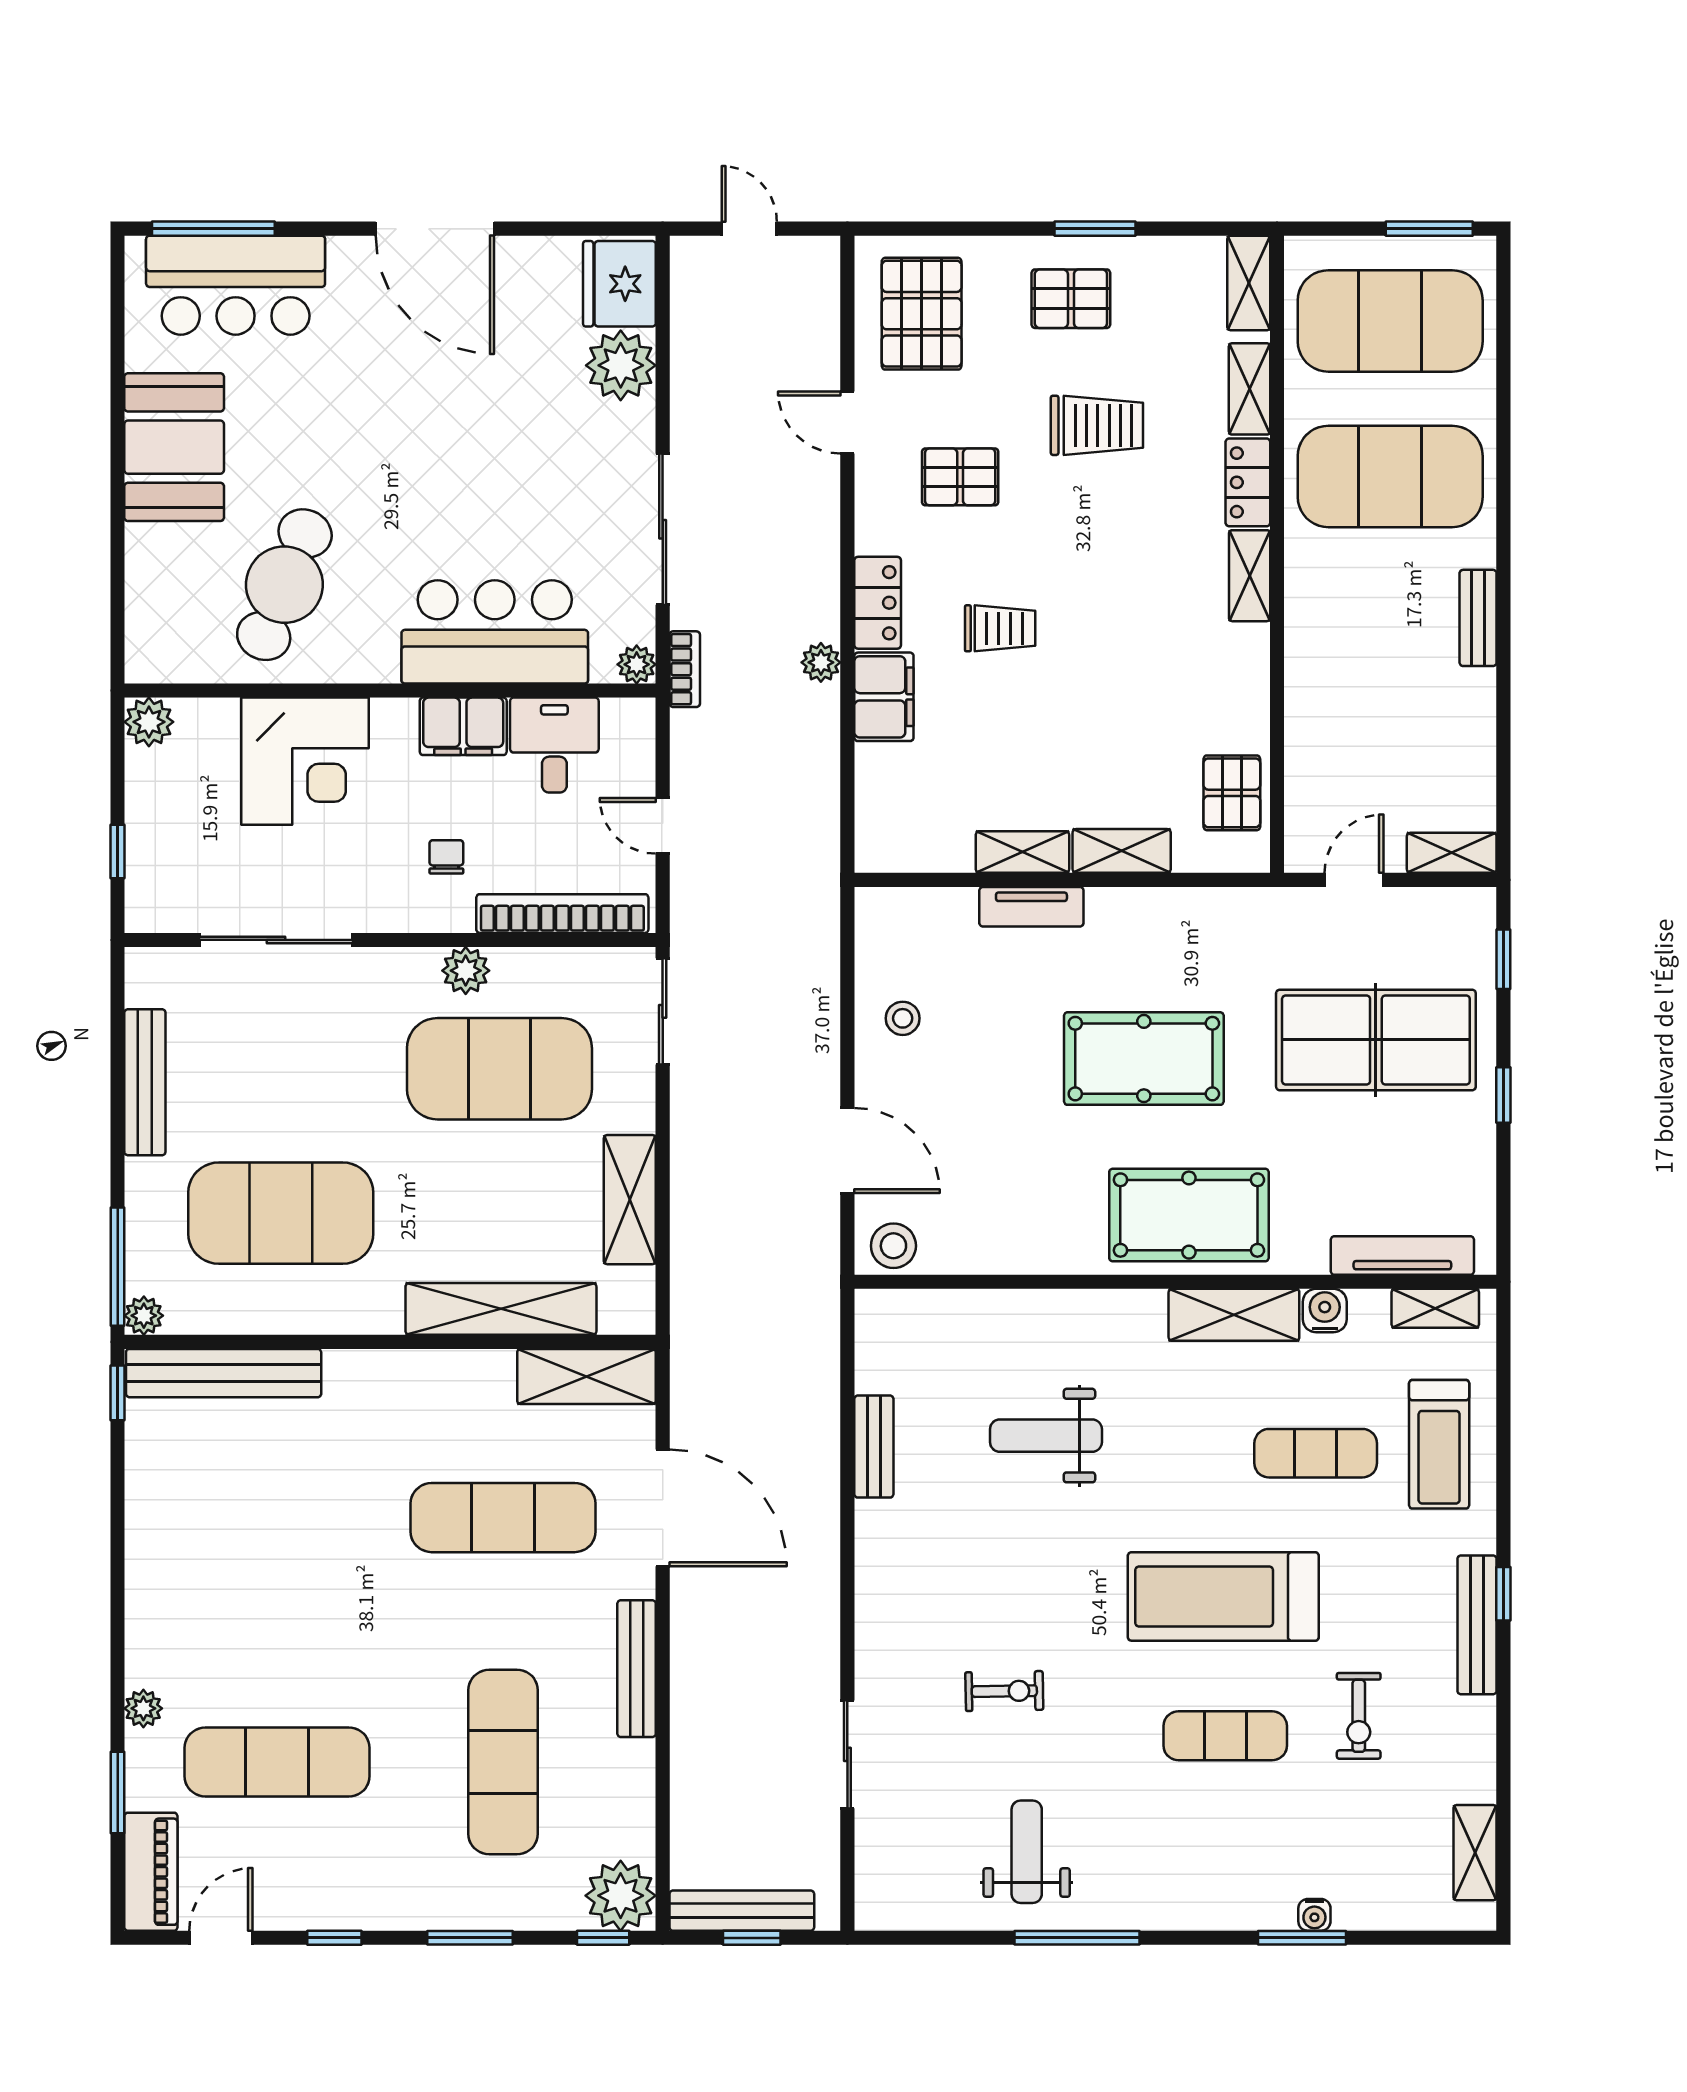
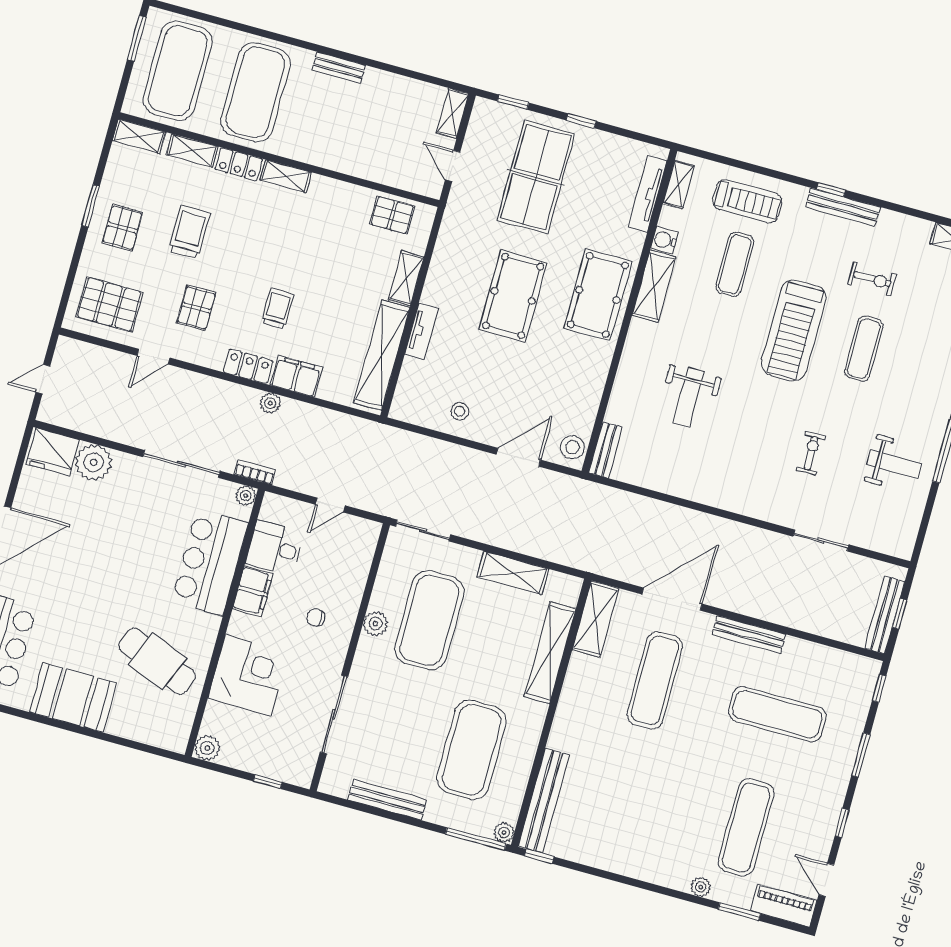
shelving: (1022, 852) -> (382, 355), width x2.20, depth x1.33
bookcase: (562, 914) -> (360, 567), removed
bench: (874, 1447) -> (605, 450), moved, turned 90
weight bench: (1027, 1852) -> (894, 464), turned 180
plant: (621, 1896) -> (860, 674), removed

